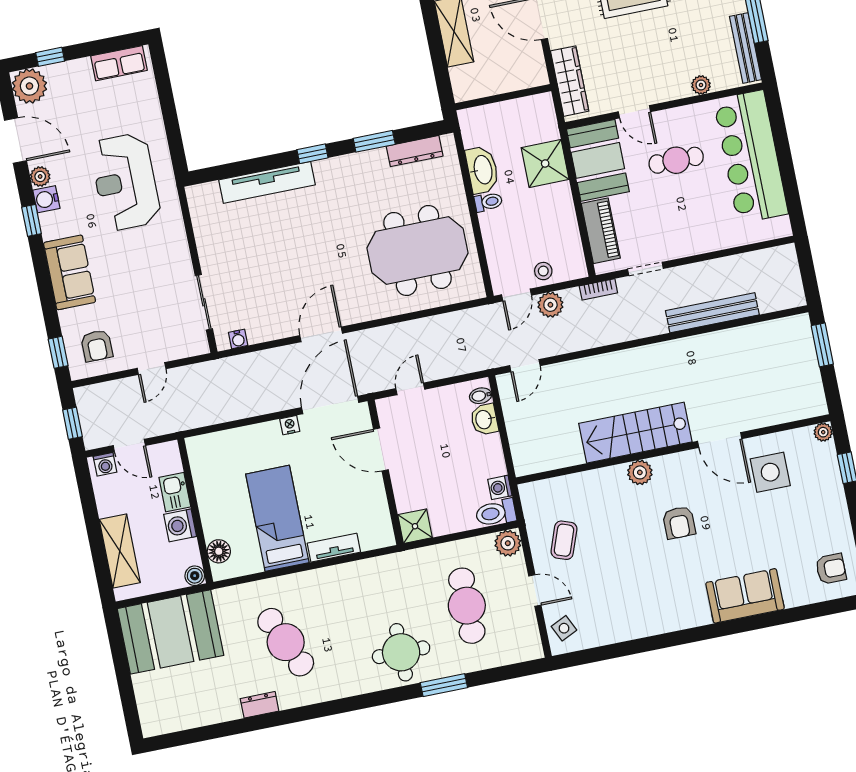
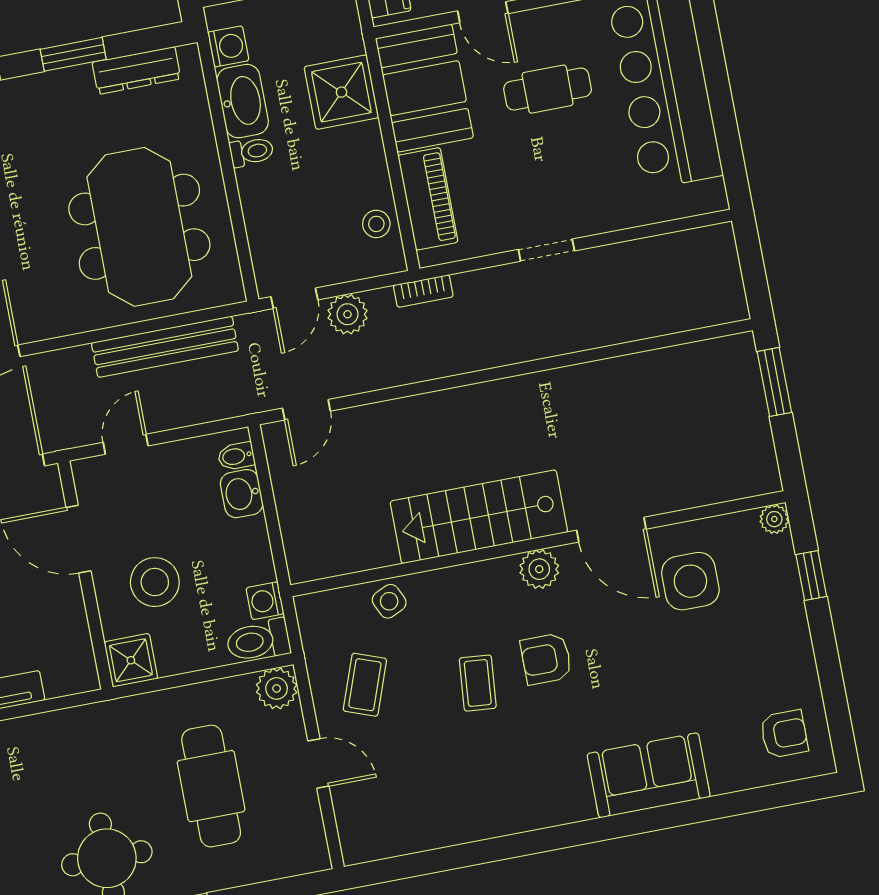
washing machine: (473, 135) -> (228, 46), added
meeting table: (417, 251) -> (139, 227), turned 90
doorway: (645, 269) -> (546, 250), moved
stool: (543, 271) -> (376, 224), moved
bench: (712, 313) -> (165, 347), moved
plant: (640, 472) -> (539, 569), moved
stool: (430, 476) -> (155, 582), added
armchair: (679, 523) -> (546, 659), turned 90
coffee table: (636, 538) -> (478, 683), added
side table: (564, 628) -> (389, 601), moved

